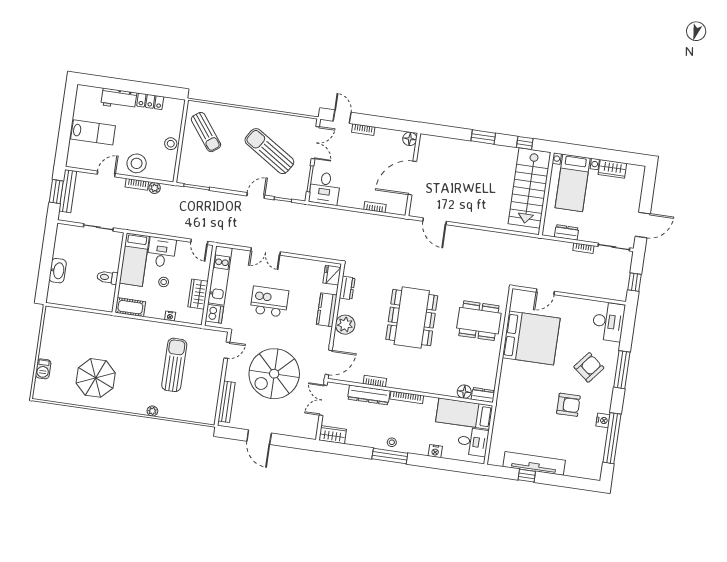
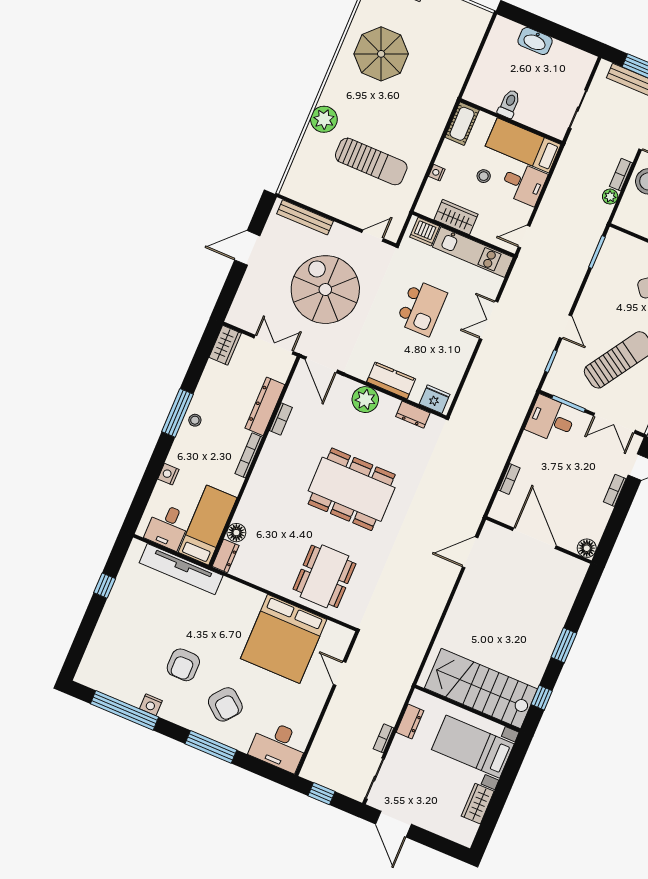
door: (227, 350) -> (373, 236), swing flipped
plant: (152, 411) -> (324, 119), width x1.87, depth x1.87
tv unit: (534, 463) -> (181, 569), moved, turned 90

